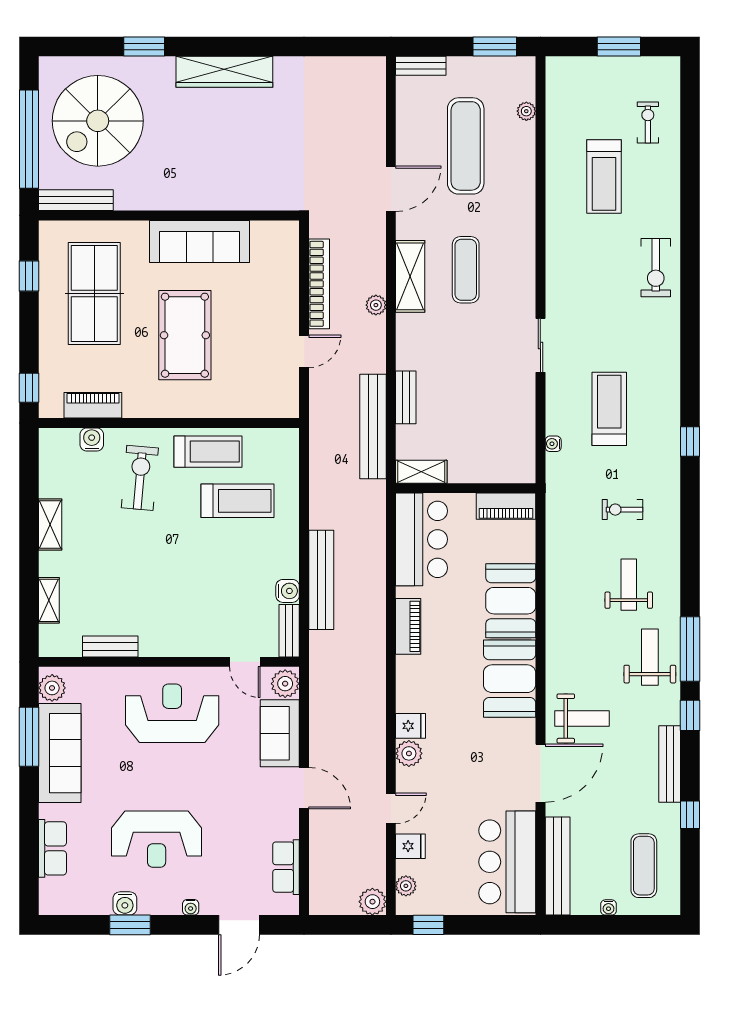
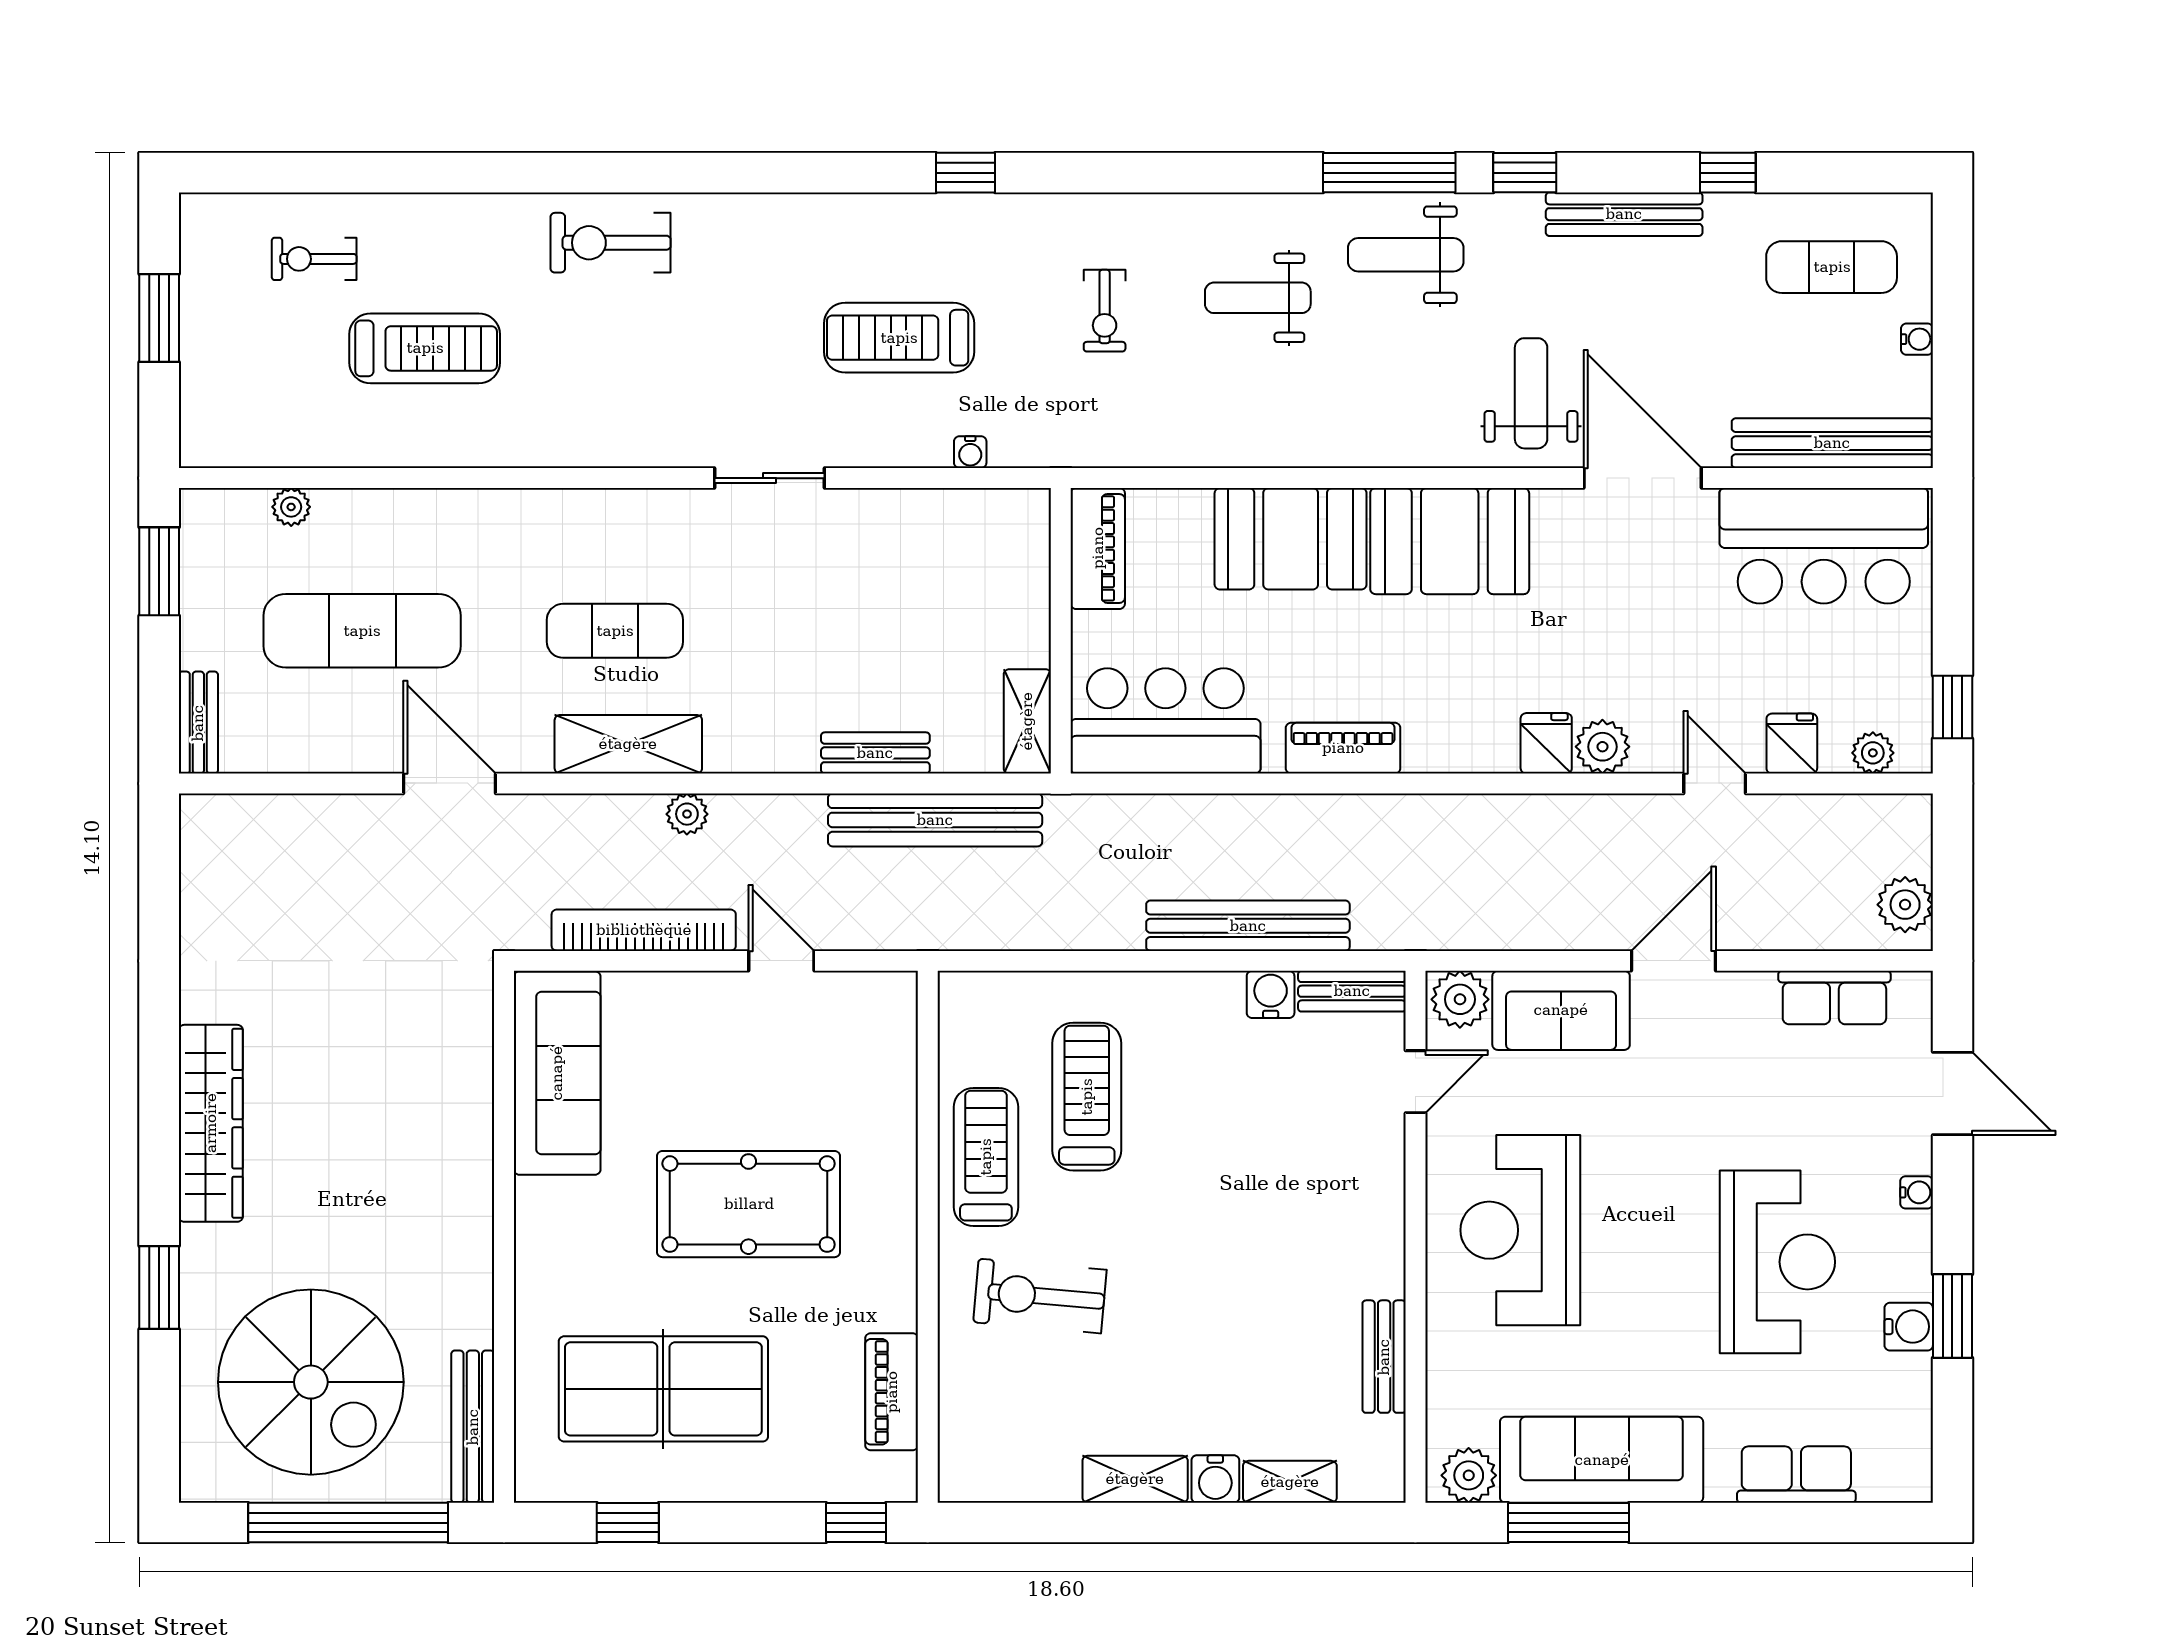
sofa: (200, 241) -> (557, 1073), moved
exercise bike: (656, 268) -> (611, 243), turned 180
water cooler: (92, 439) -> (1215, 1479), moved, turned -90
plant: (372, 902) -> (1905, 905), moved

